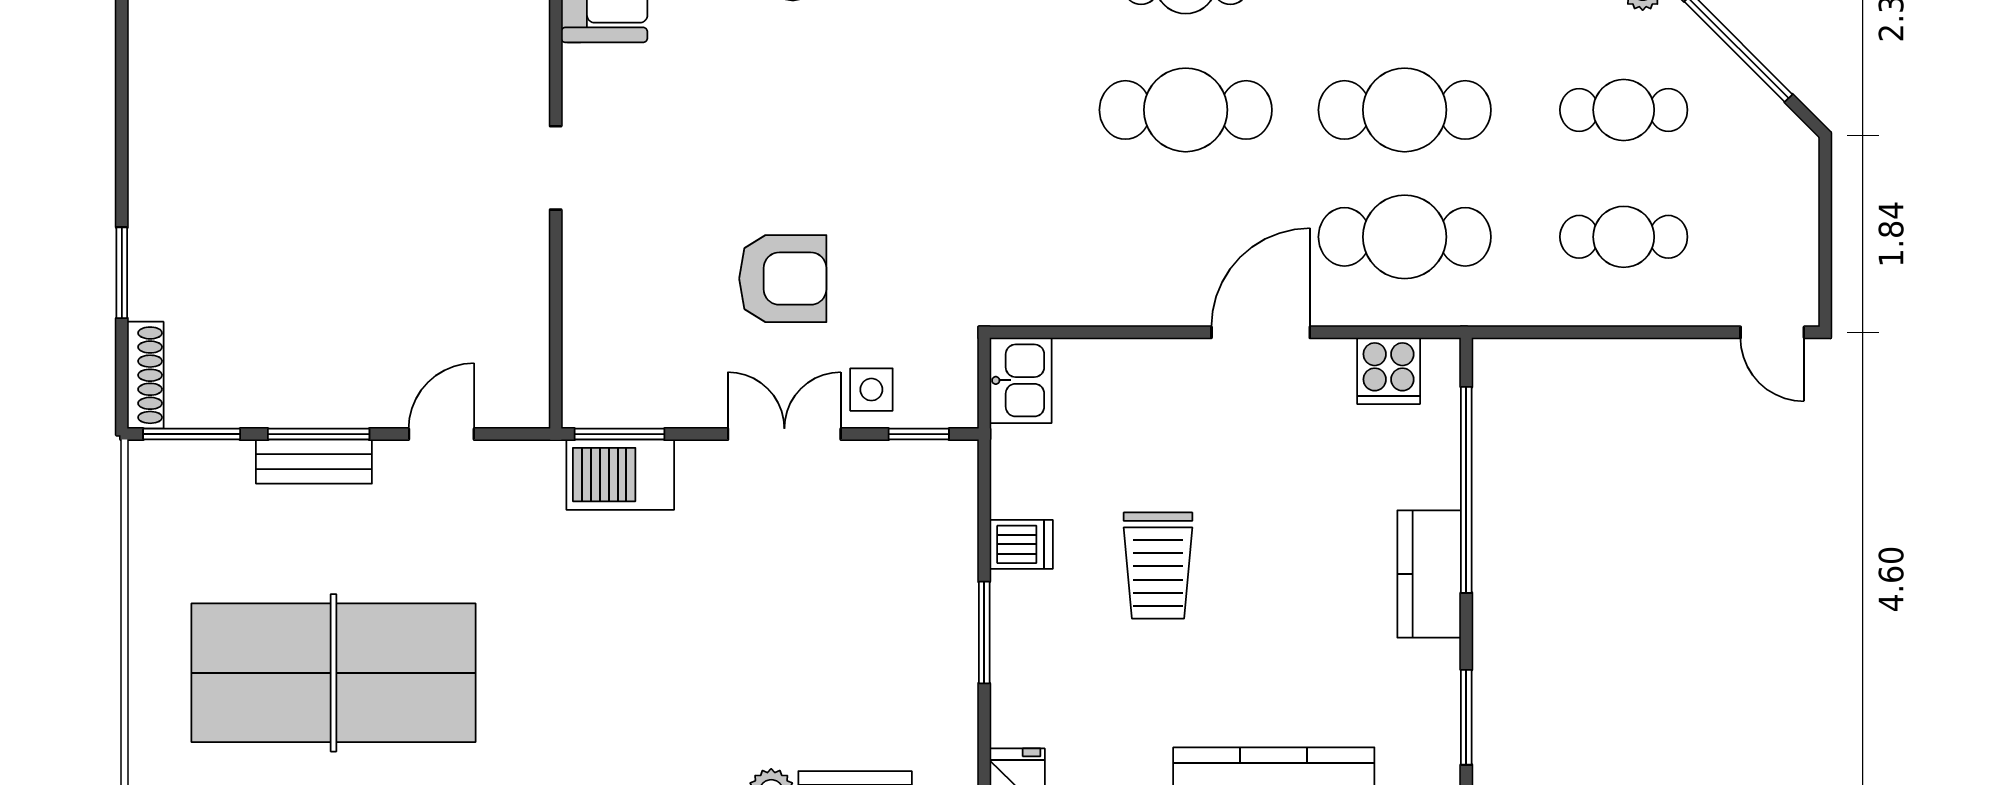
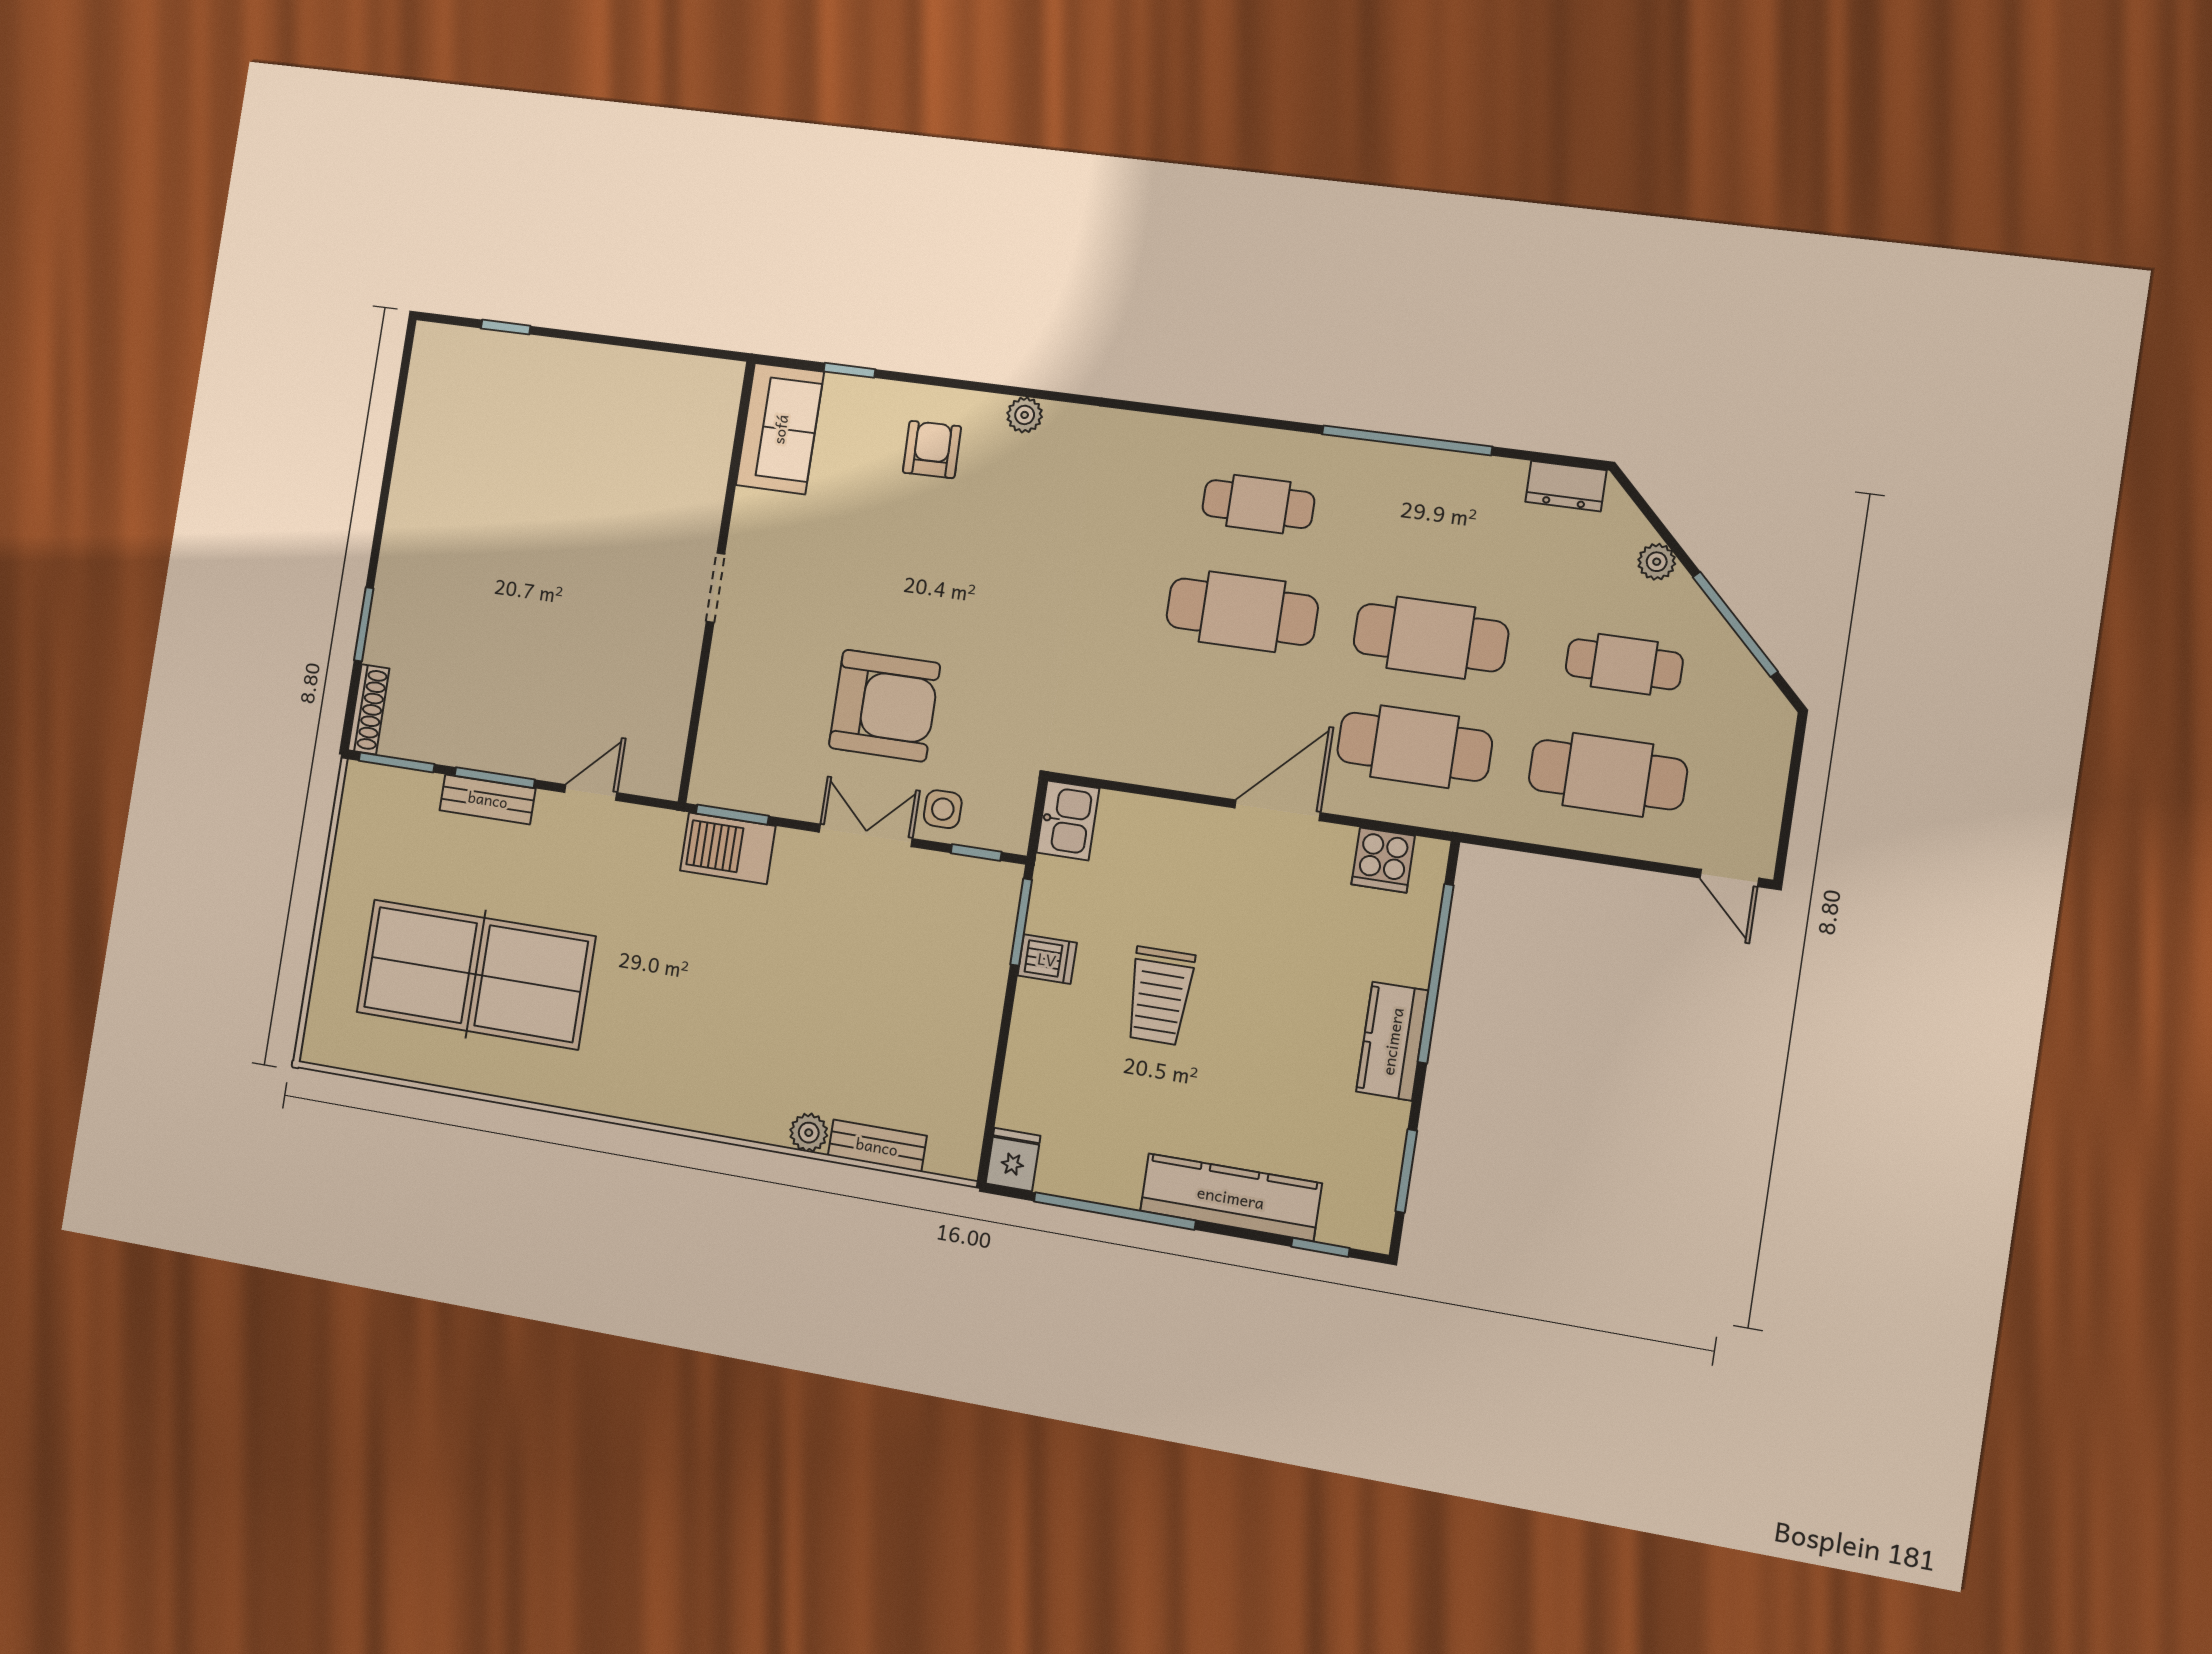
cafe table: (1624, 237) -> (1608, 775), width x1.37, depth x1.35
armchair: (783, 279) -> (884, 706), width x1.36, depth x1.36
window: (984, 632) -> (1021, 922), moved

